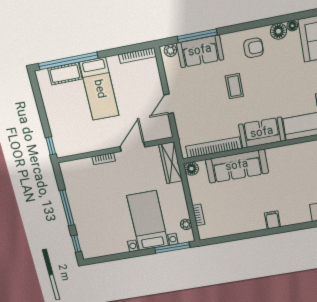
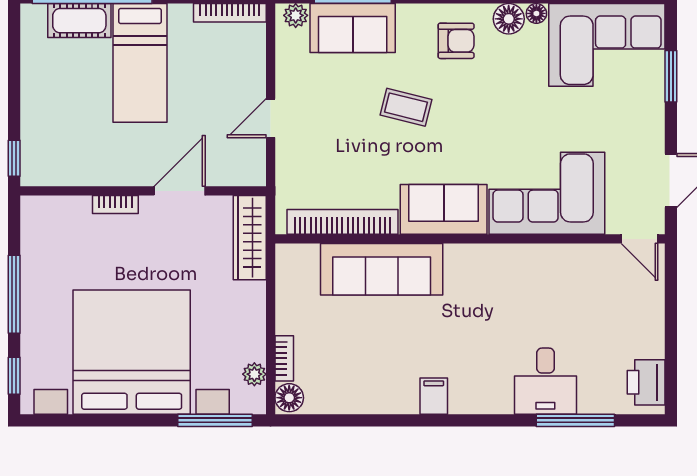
coffee table: (234, 86) -> (406, 107), turned -76
floor lamp: (191, 169) -> (289, 398), moved
bed with nightstands: (148, 221) -> (132, 352), width x1.85

